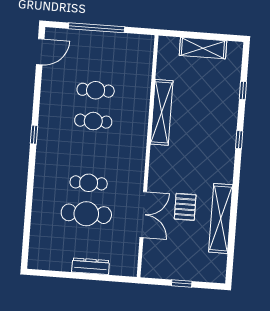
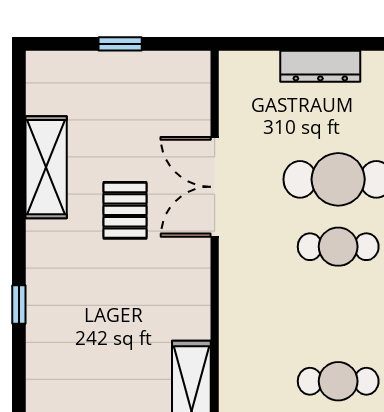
window: (239, 140) -> (19, 305), moved
shelving: (221, 218) -> (46, 167), width x0.68

